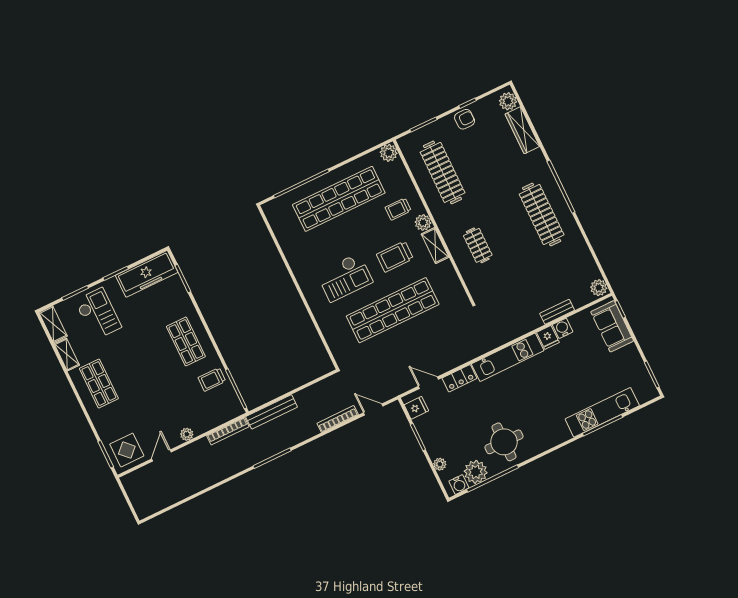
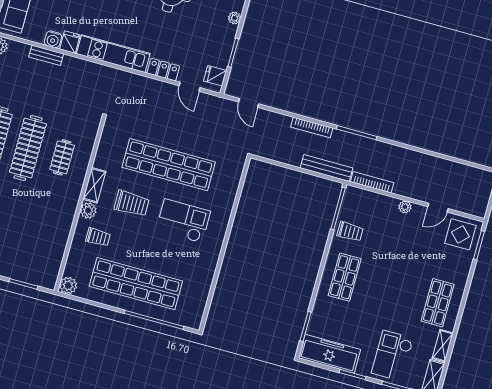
clothes rail: (443, 172) -> (28, 148), moved
bookcase: (338, 419) -> (312, 127), moved

